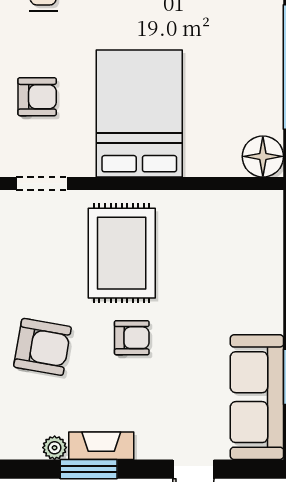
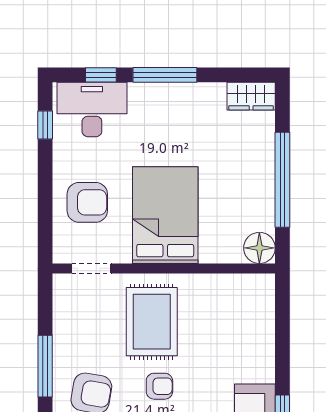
armchair: (37, 97) -> (87, 202), width x1.38, depth x1.38

